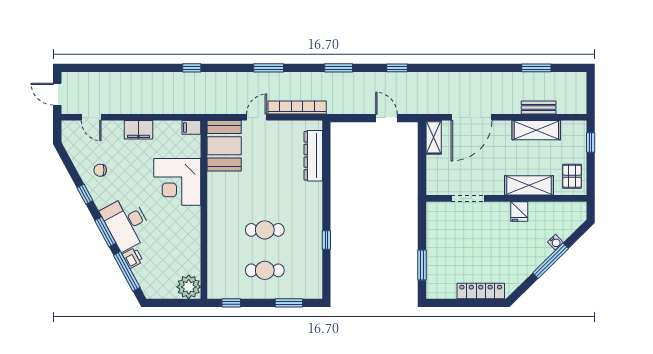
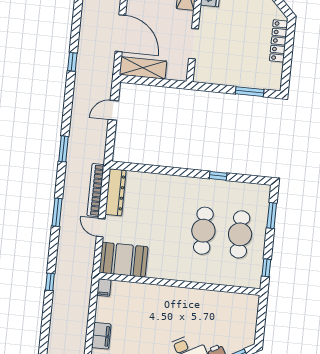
window: (397, 68) -> (72, 62), moved
shelving: (434, 137) -> (143, 68), width x1.50, depth x1.33
dresser: (313, 156) -> (116, 192), moved, turned -90
corner desk: (177, 182) -> (152, 305), removed
cafe table: (265, 230) -> (203, 231), width x1.37, depth x1.35
cafe table: (265, 270) -> (240, 234), width x1.37, depth x1.35
plant: (189, 287) -> (248, 305), removed

